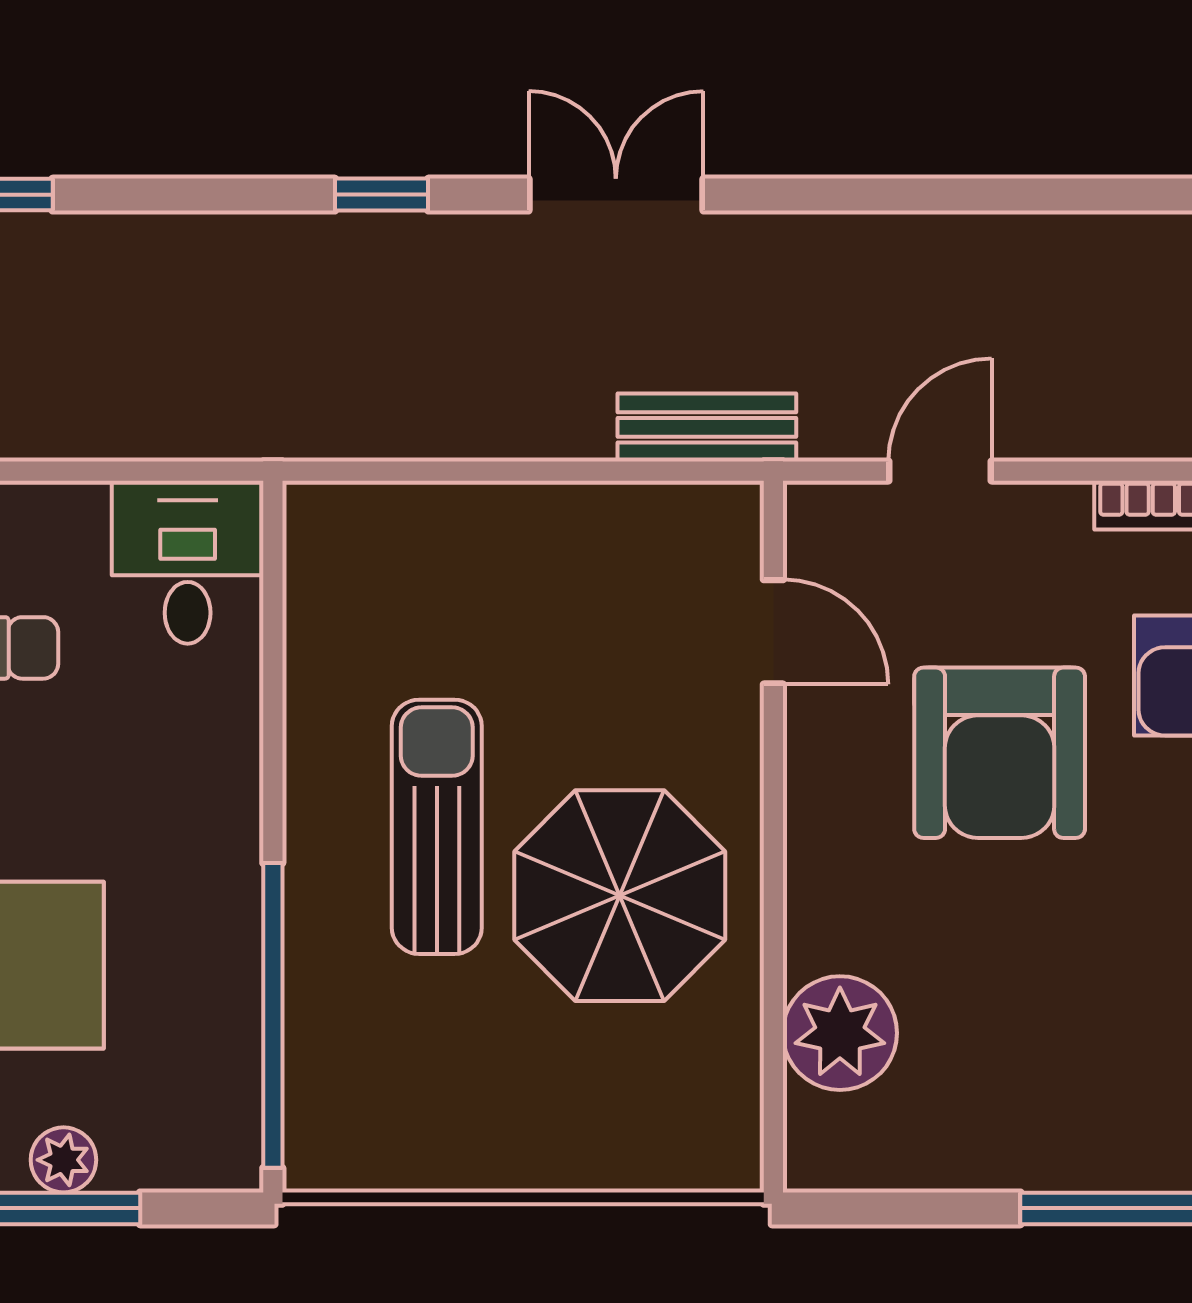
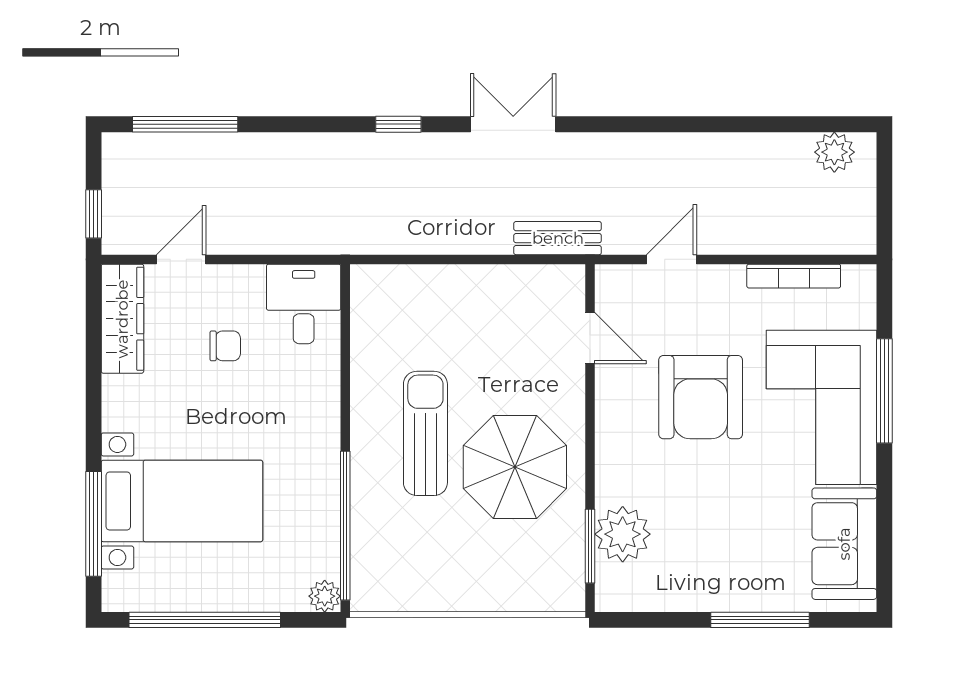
window: (773, 1058) -> (590, 546), added
plant: (63, 1160) -> (325, 596), moved

